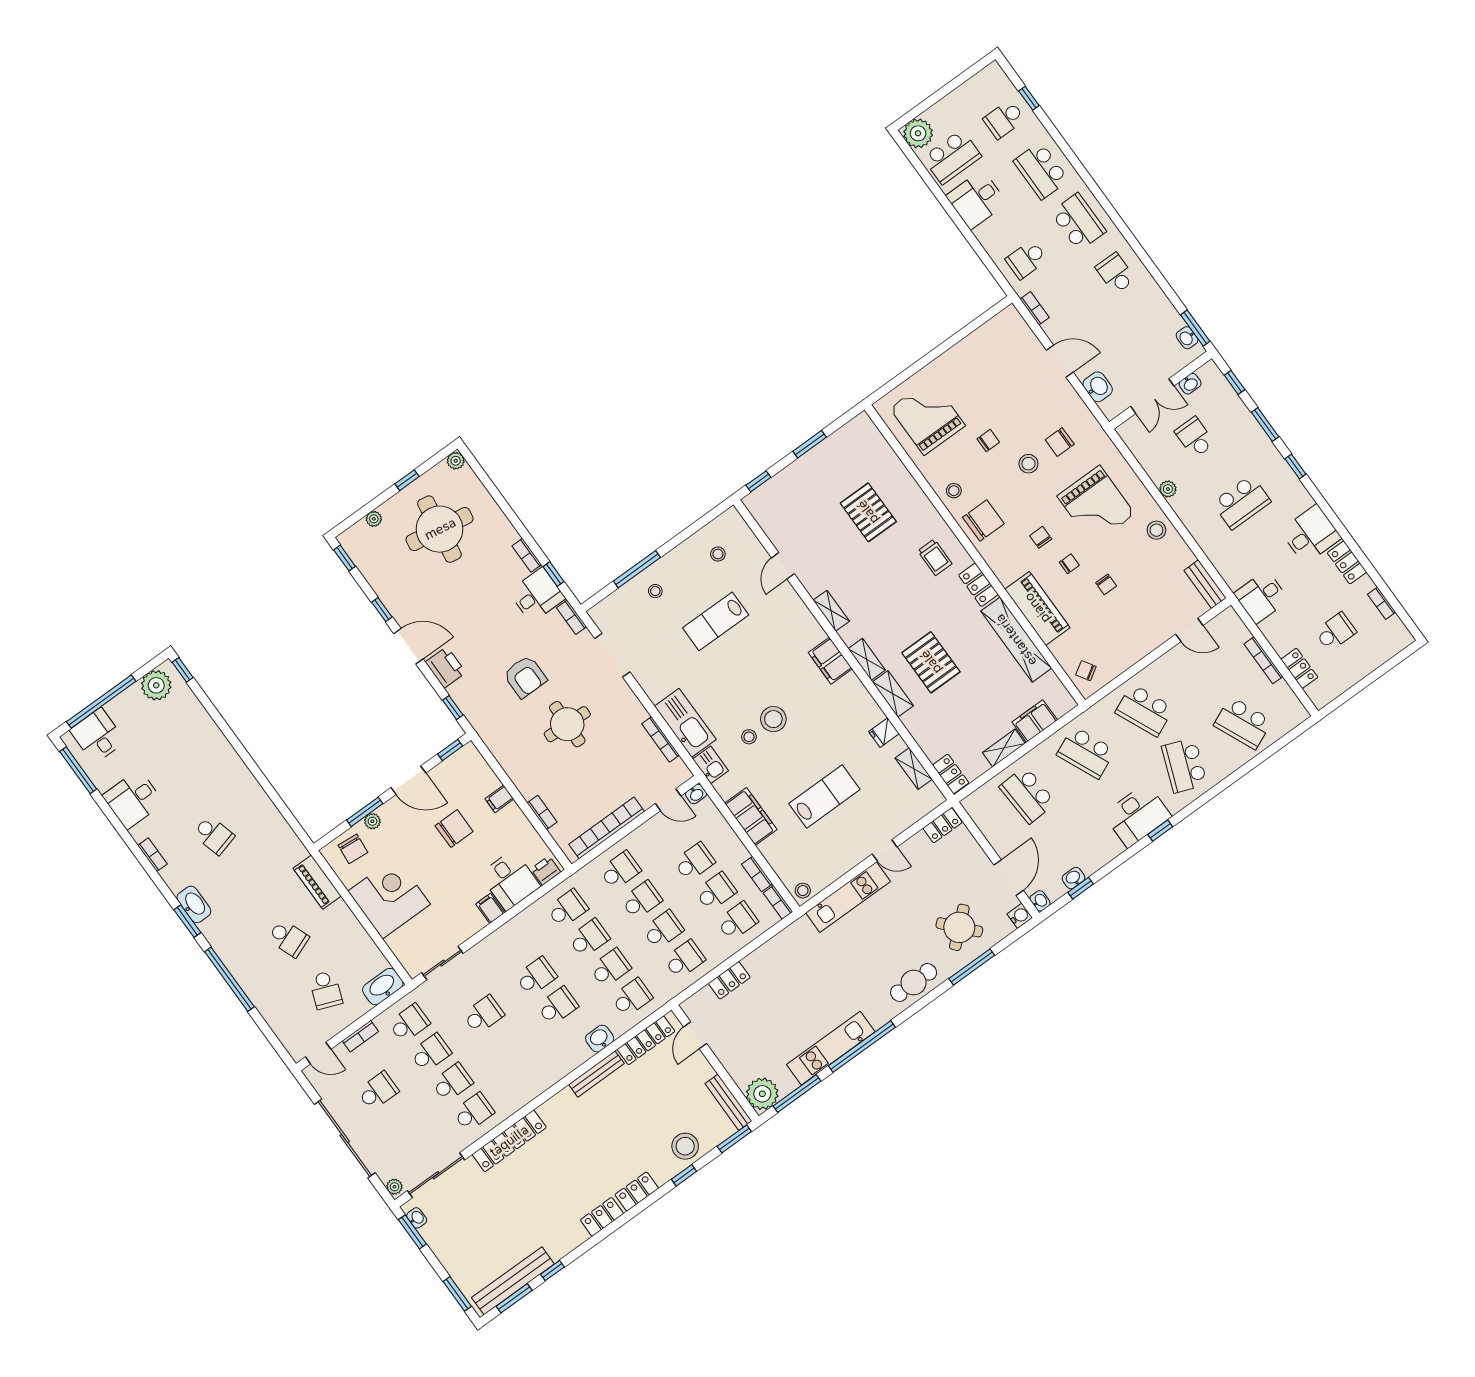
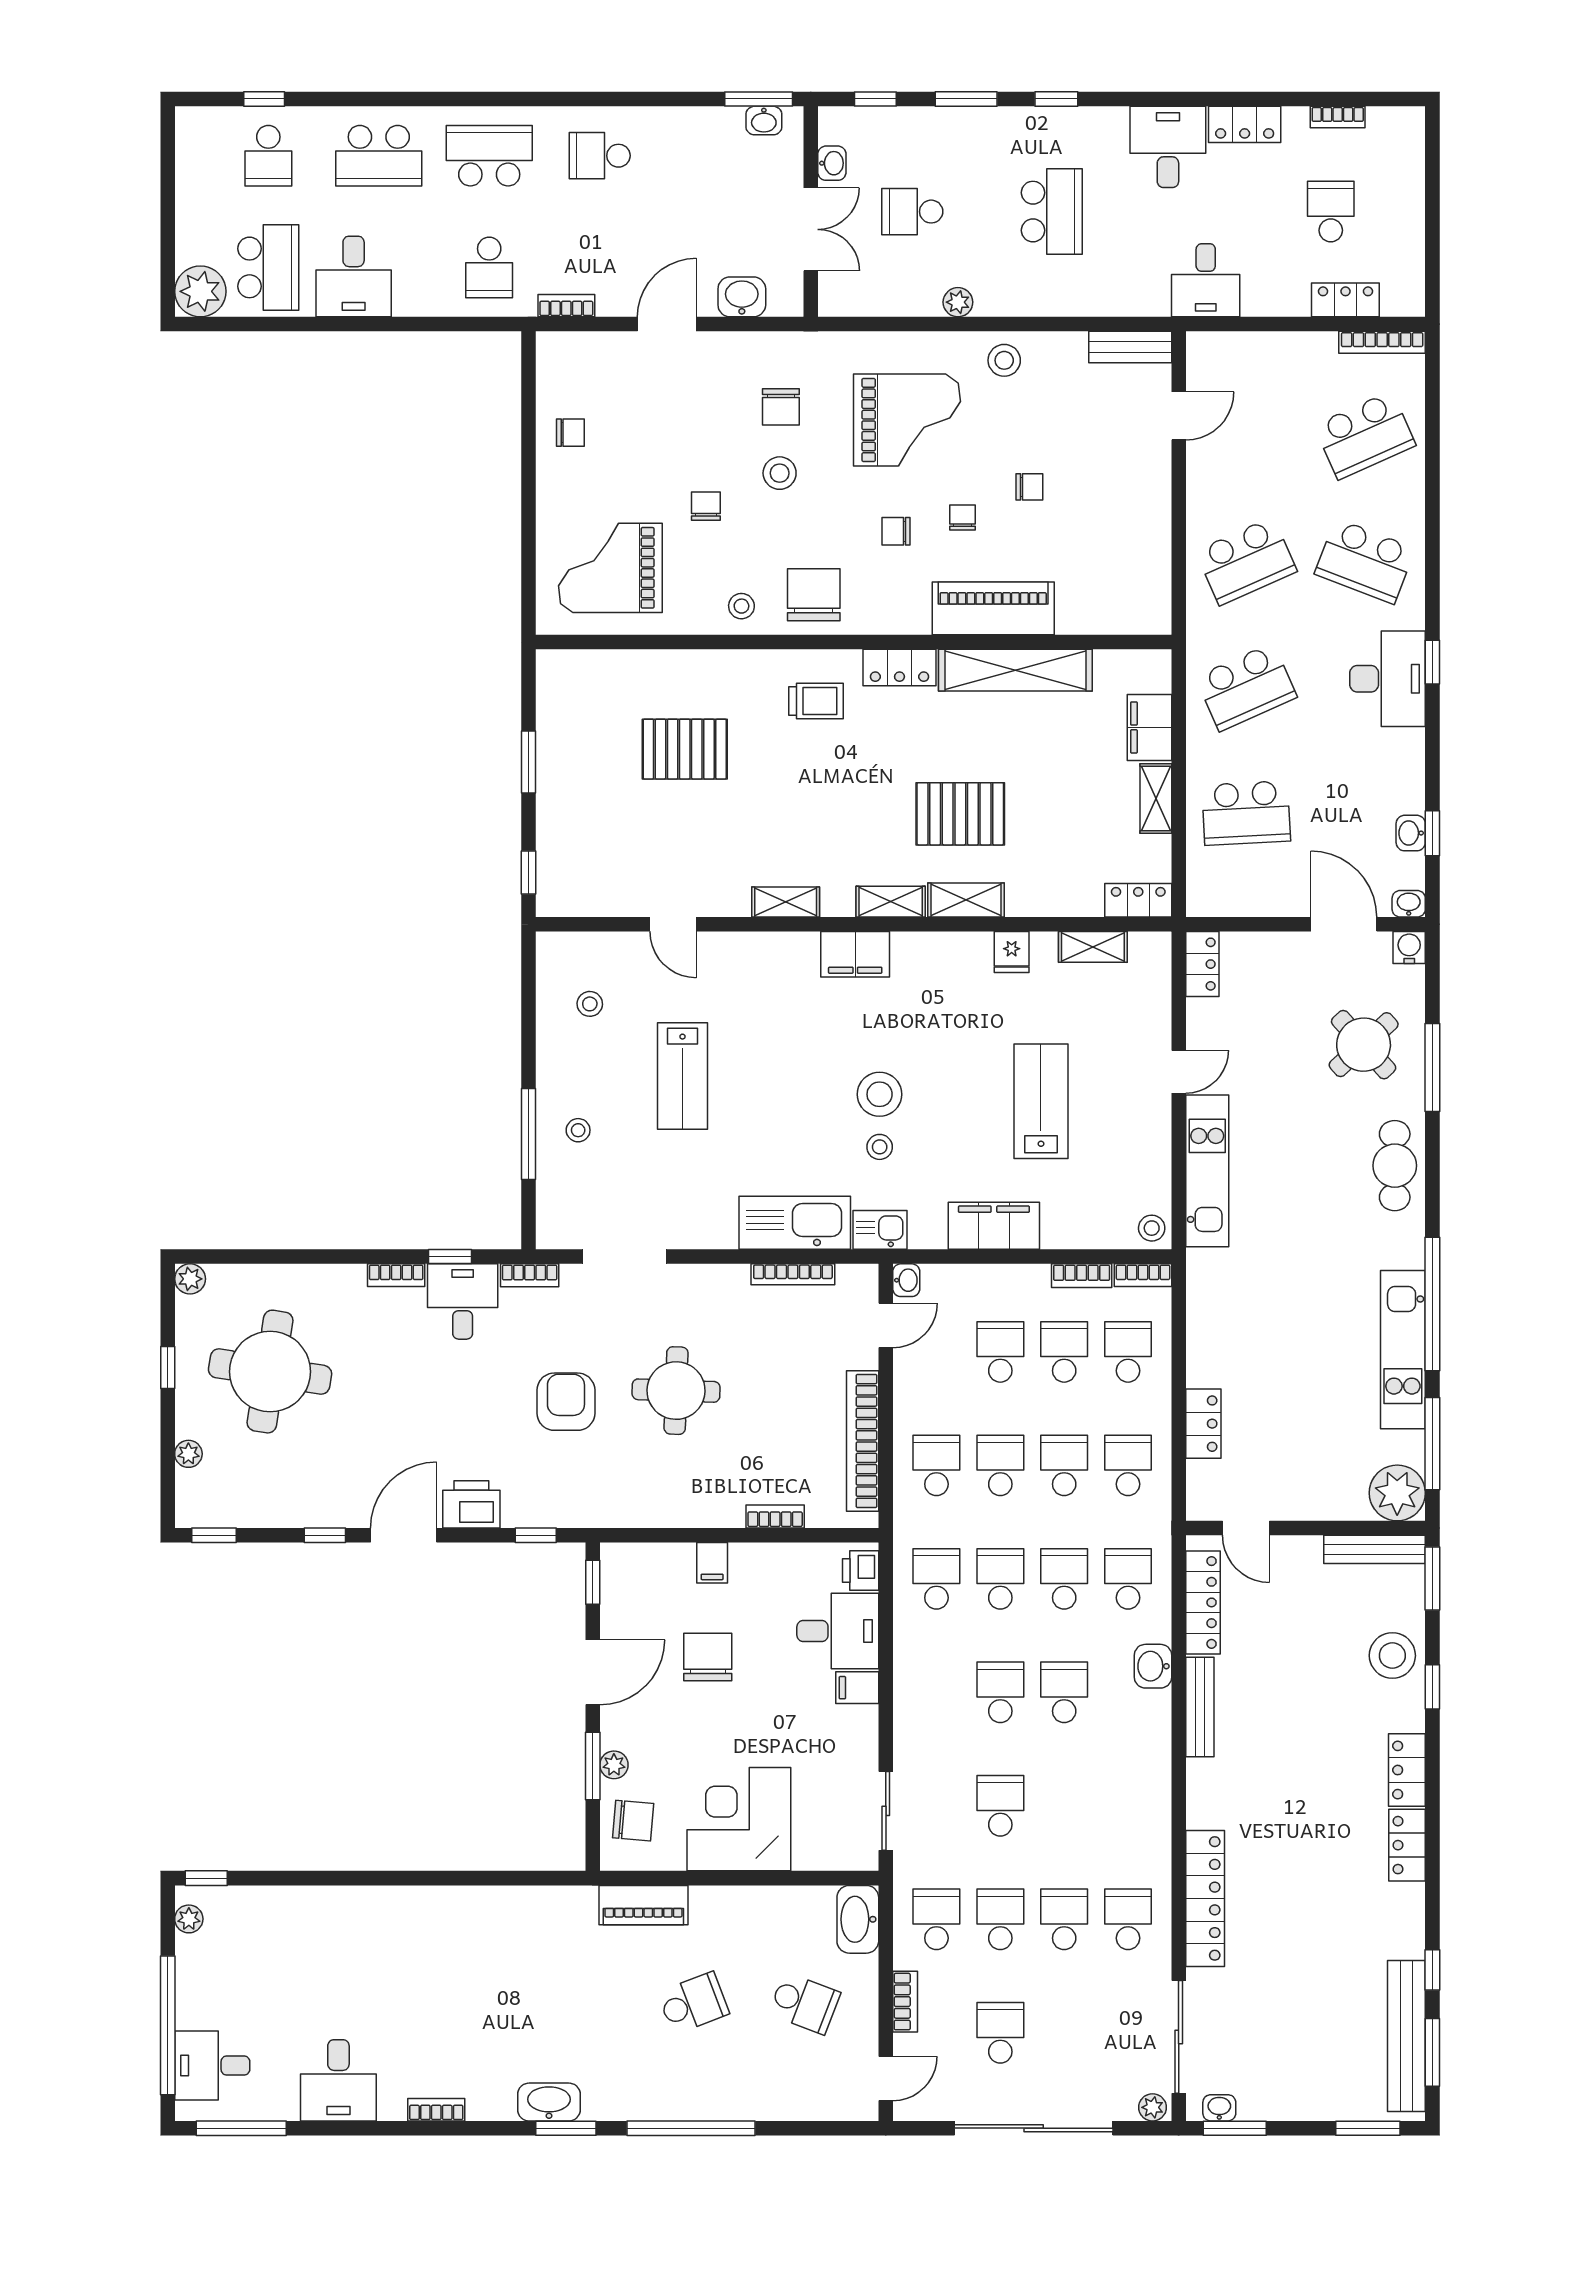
bookcase: (1263, 660) -> (1382, 342), moved
chair: (1086, 671) -> (570, 433), moved, turned -148
armchair: (525, 677) -> (566, 1402), turned -90
plant: (156, 685) -> (189, 1919), width x0.53, depth x0.53
school desk: (214, 835) -> (471, 2003), removed

